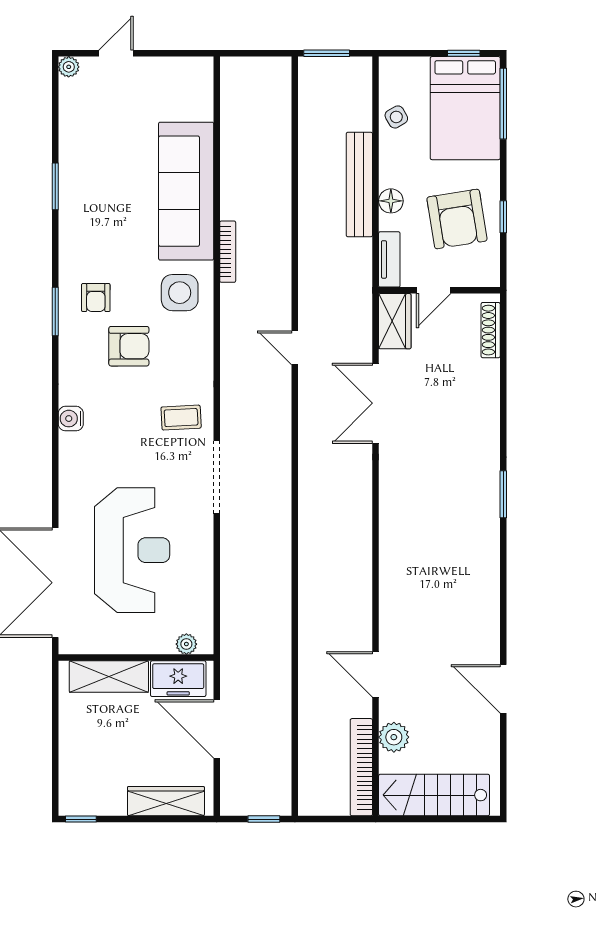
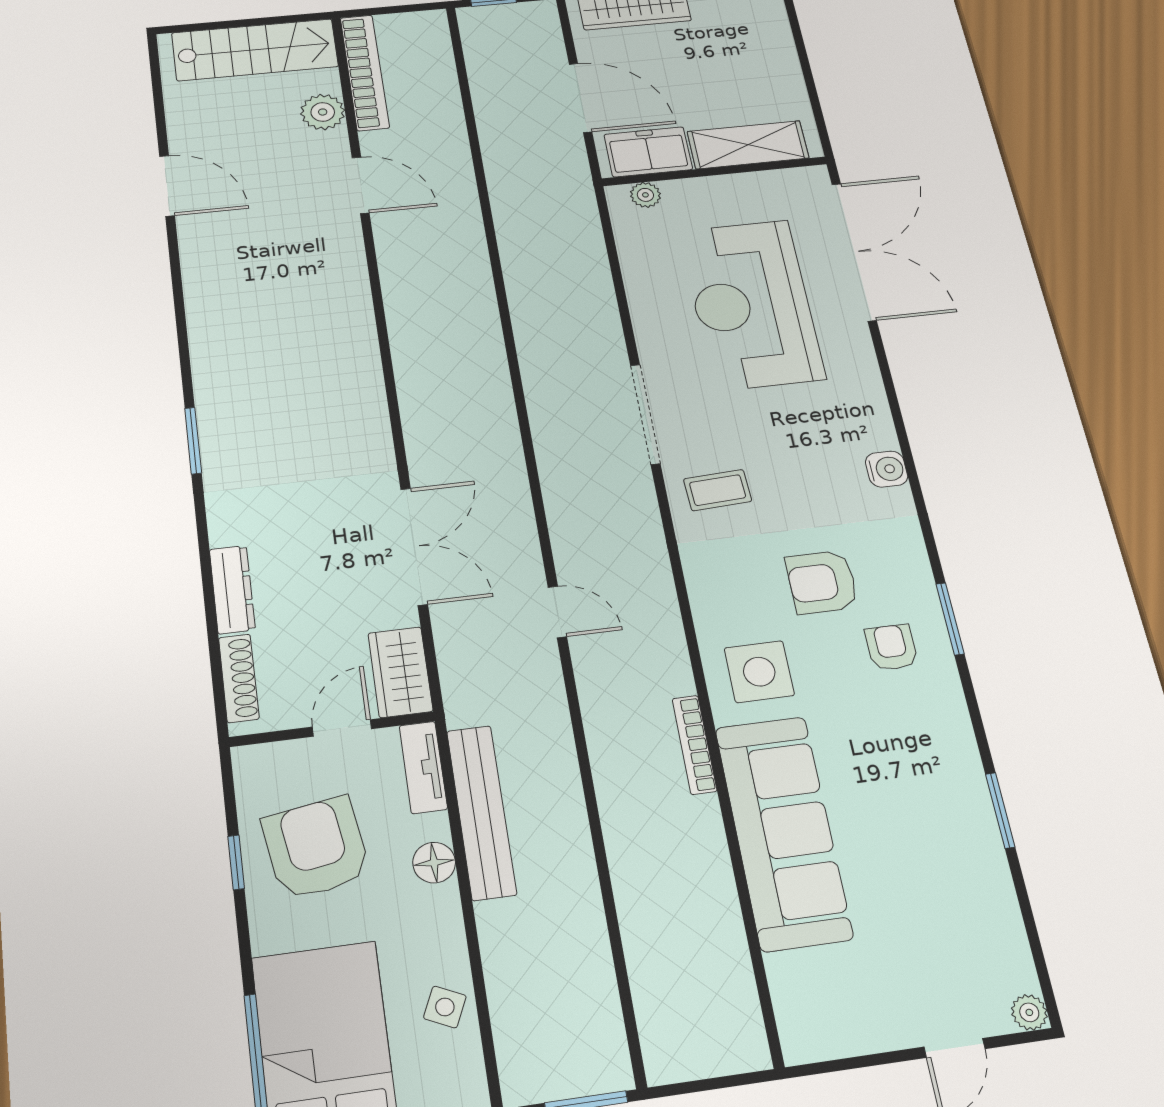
side table: (396, 117) -> (445, 1007), turned -35
bench: (359, 184) -> (481, 812), moved
dresser: (489, 389) -> (232, 589), added

